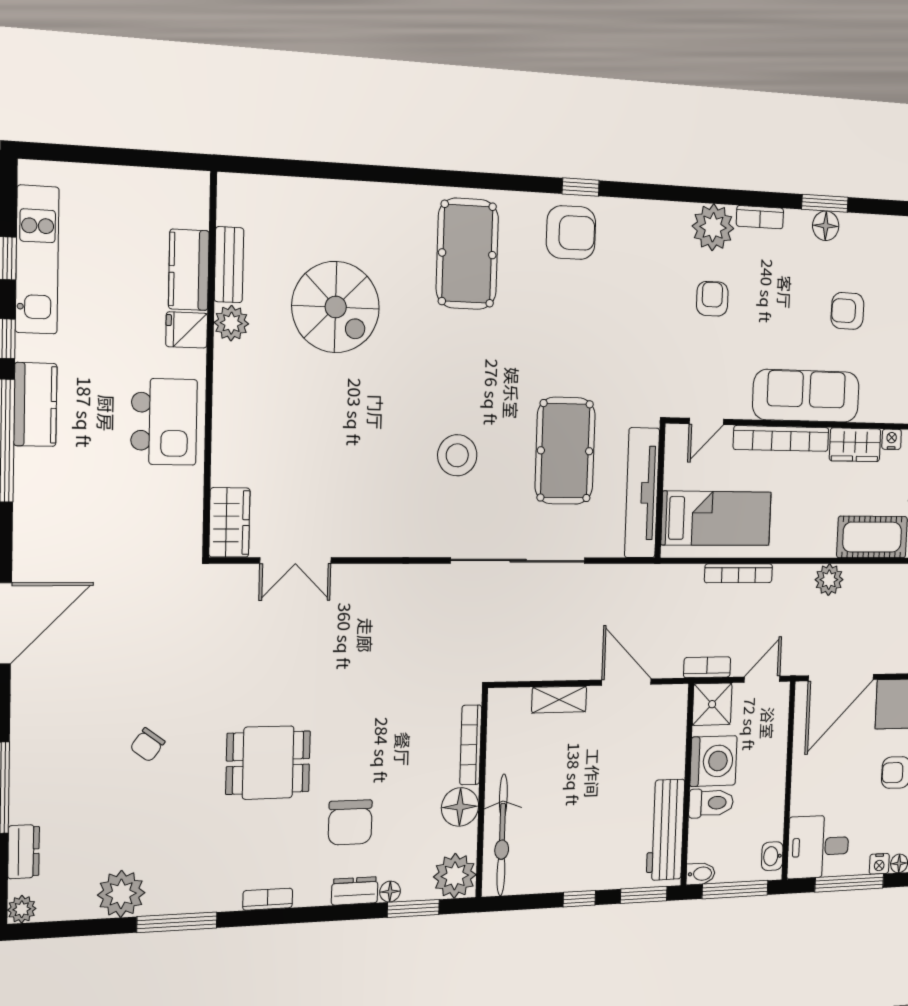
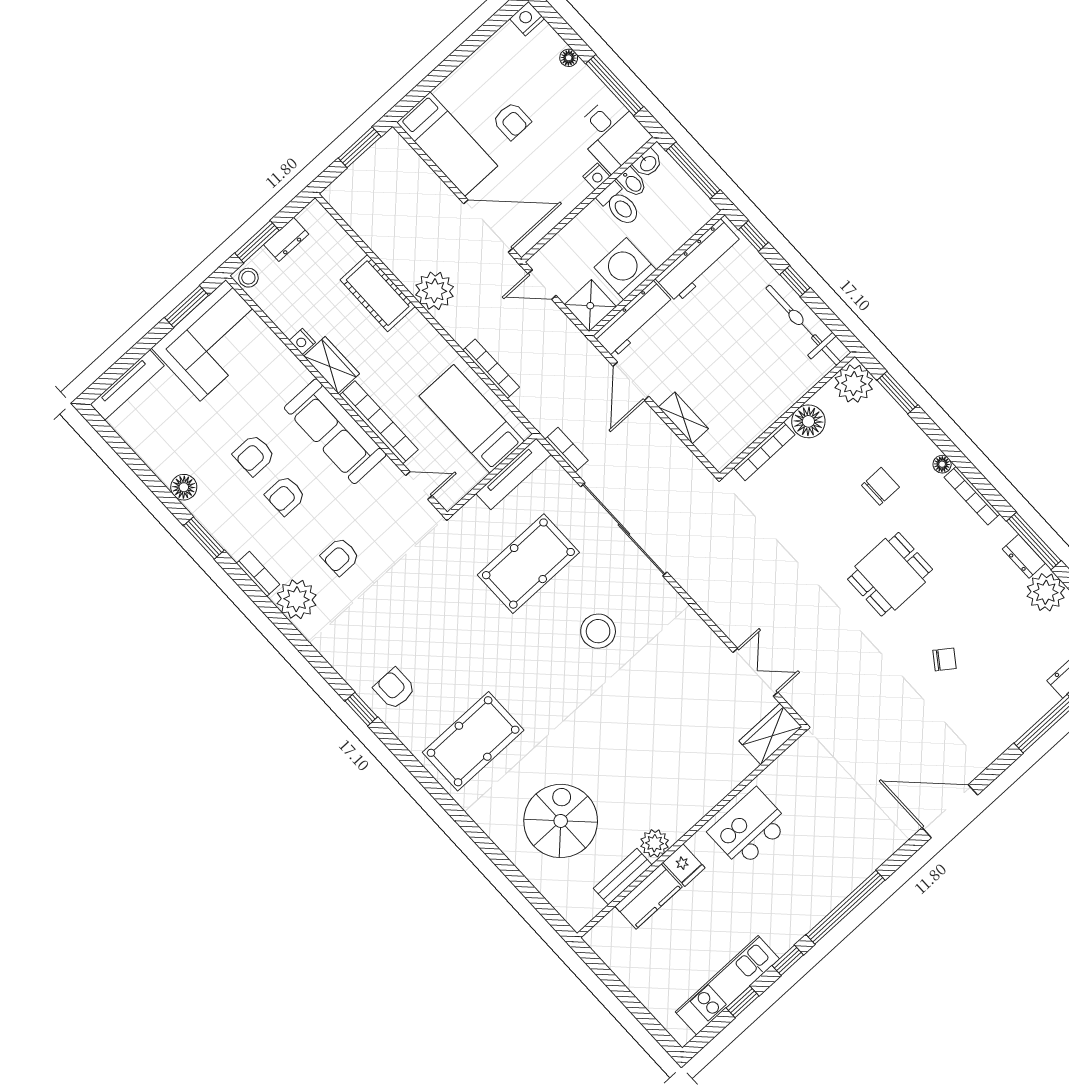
floor lamp: (826, 226) -> (184, 487), moved
armchair: (571, 233) -> (394, 689), width x0.72, depth x0.72
armchair: (797, 304) -> (285, 496), added
spiral stairs: (336, 307) -> (561, 821), moved
armchair: (847, 311) -> (254, 455), turned 89
kitchen counter: (35, 404) -> (809, 910), removed
tv unit: (642, 493) -> (514, 474), width x0.73, depth x0.78
plant: (829, 580) -> (435, 291), width x1.36, depth x1.36
bookcase: (707, 667) -> (567, 450), moved, turned 180
workbench: (671, 731) -> (633, 319), added
dining table: (268, 763) -> (890, 574), turned 90
toilet: (711, 803) -> (619, 205), moved, turned 180
chair: (350, 822) -> (880, 486), width x0.73, depth x0.73
bicycle: (502, 835) -> (803, 325), moved, turned -90
nightstand: (879, 864) -> (596, 176), moved, turned 90
bidet: (701, 874) -> (632, 182), moved, turned 180
dresser: (355, 891) -> (1024, 556), moved
floor lamp: (390, 892) -> (942, 464), moved
window: (644, 895) -> (753, 236), width x0.67
bookcase: (268, 899) -> (972, 496), width x1.56

